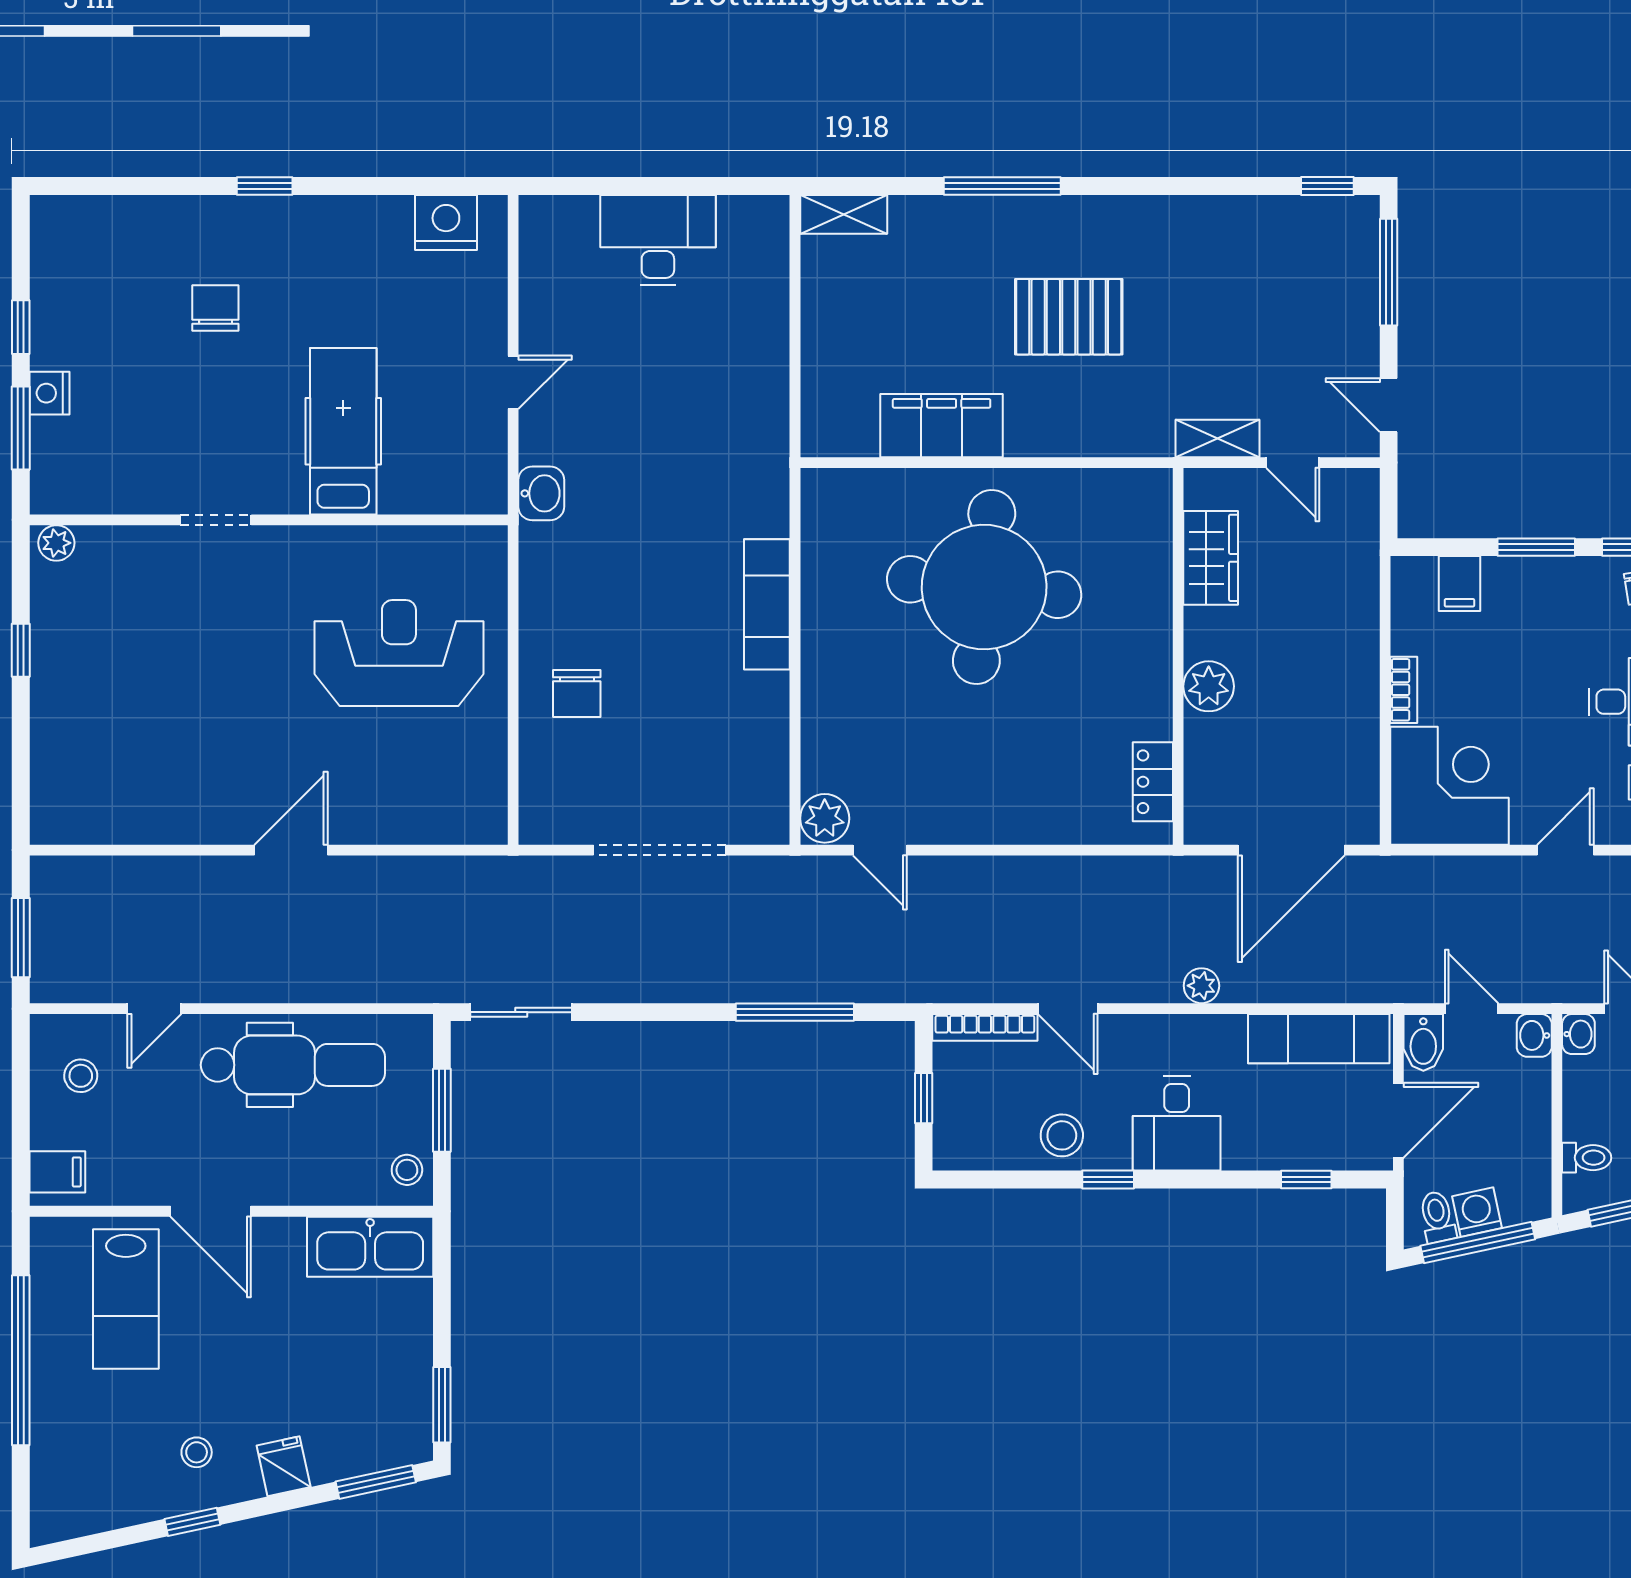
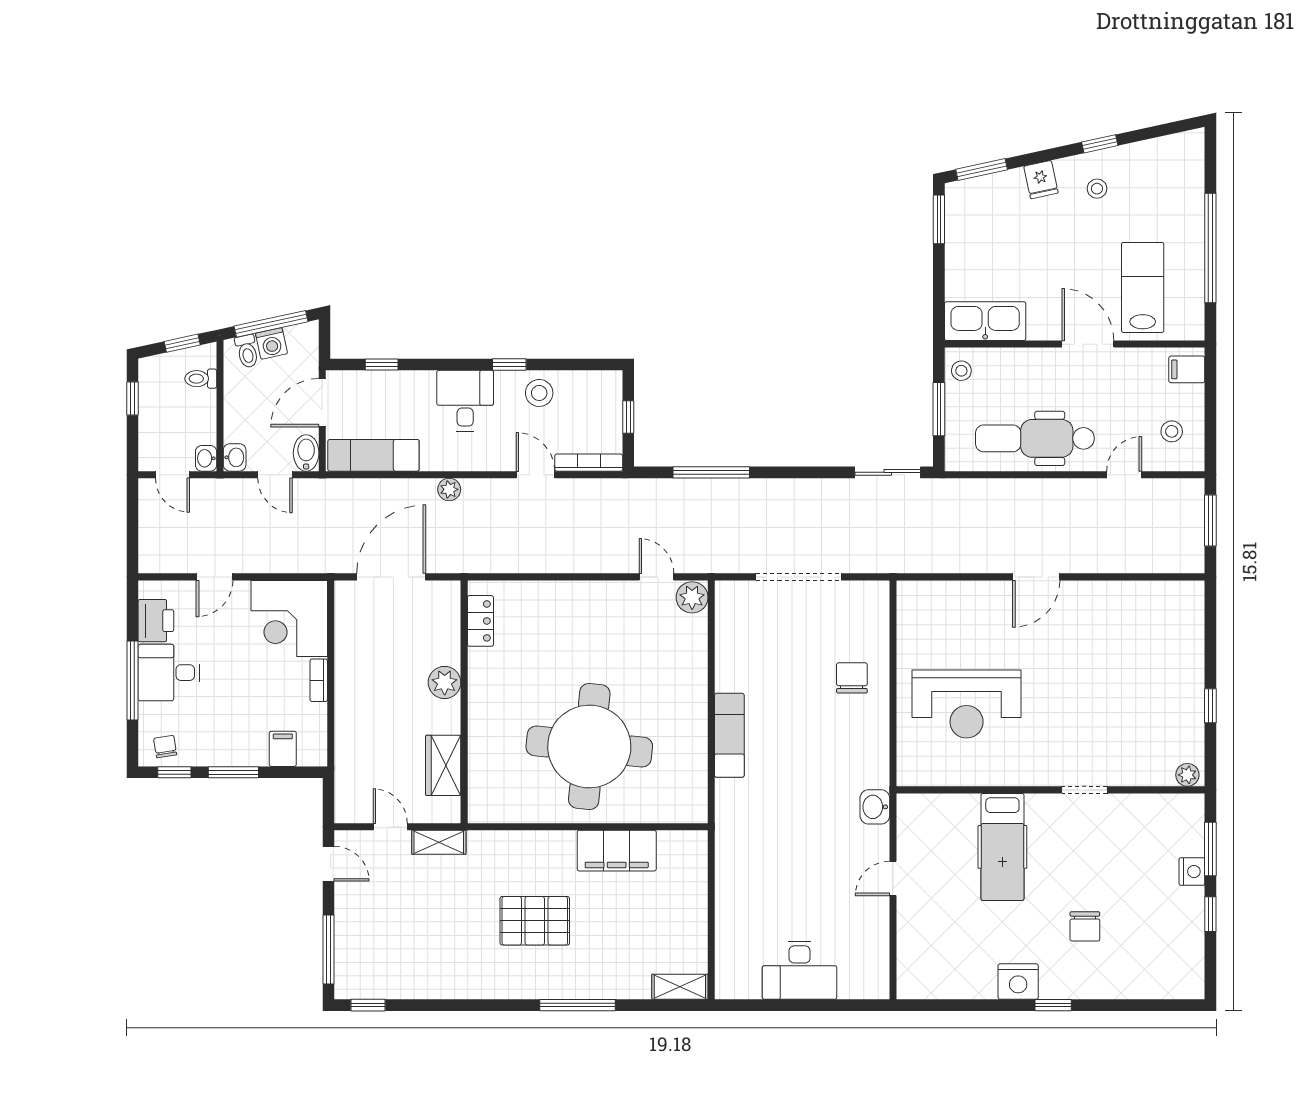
nightstand: (446, 223) -> (1018, 982), moved
toilet: (1437, 1217) -> (247, 351), moved

